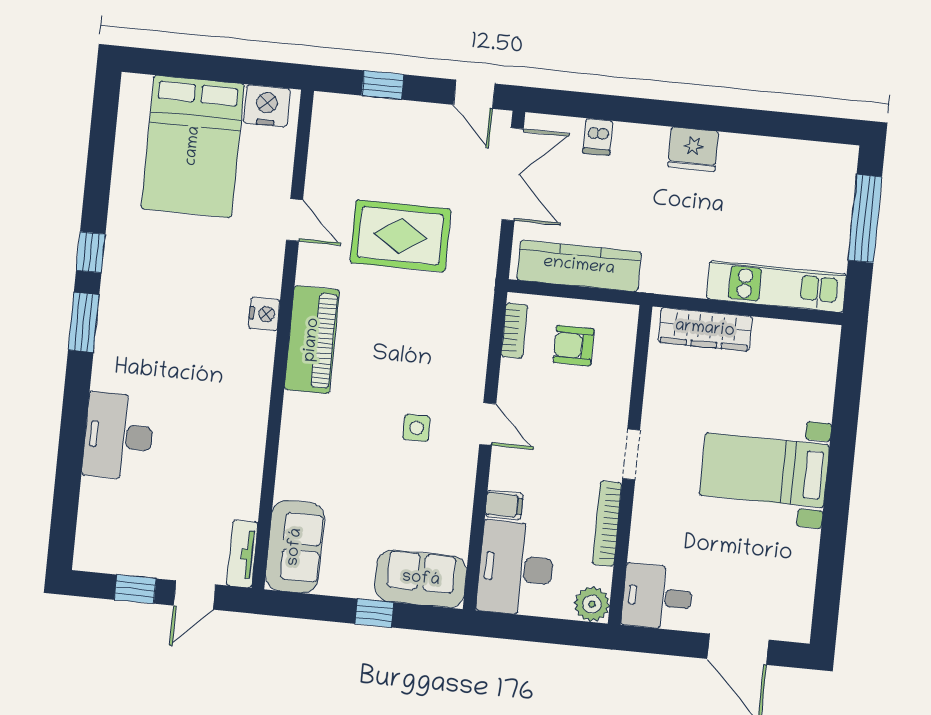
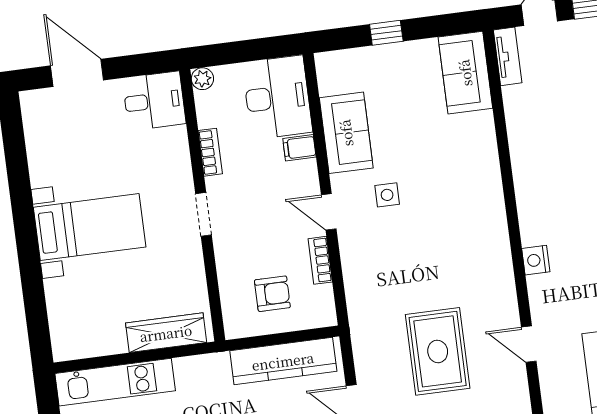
rug: (400, 236) -> (438, 351), turned 90
bookcase: (514, 331) -> (320, 260), moved
piano: (312, 340) -> (491, 248), removed
bookcase: (607, 524) -> (210, 152), width x0.64
sofa: (421, 579) -> (346, 133), moved, turned -90
plant: (592, 604) -> (202, 79), width x0.73, depth x0.73

